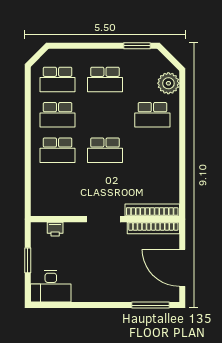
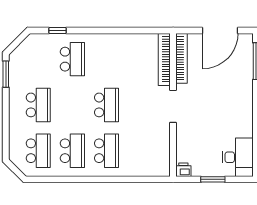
plant: (168, 83) -> (42, 44), removed
window: (182, 100) -> (58, 30), added
printer: (55, 229) -> (183, 170), moved, turned -90

